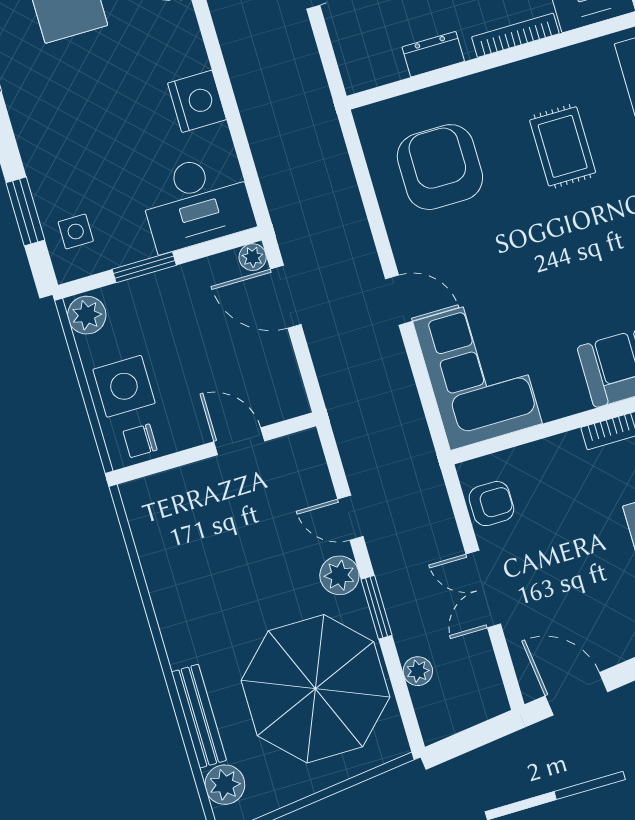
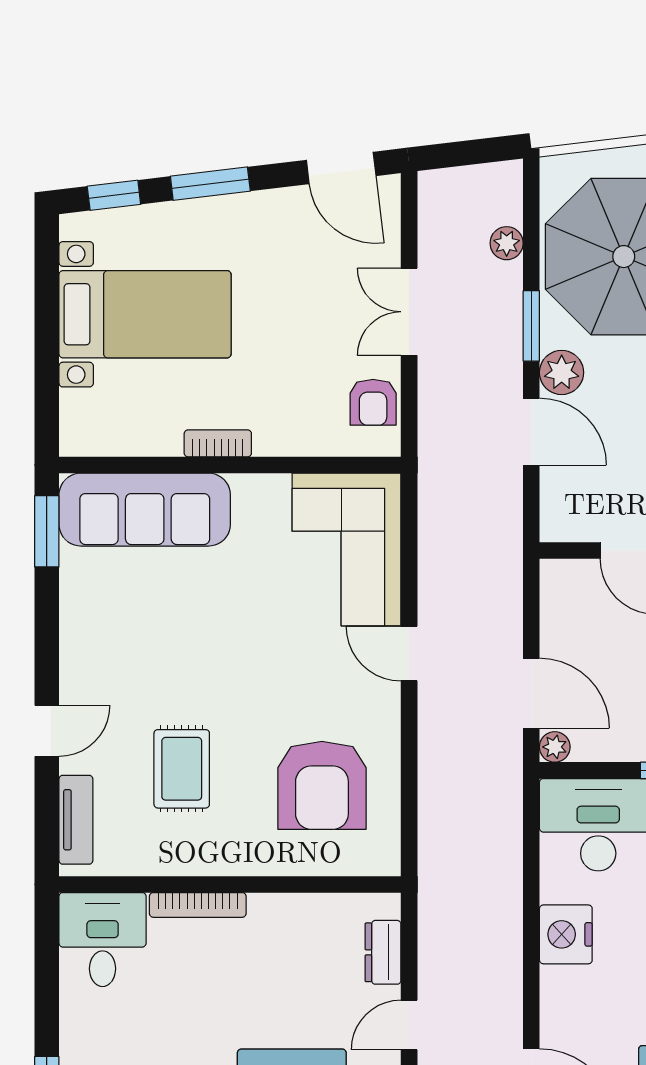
dresser: (433, 54) -> (383, 952), moved, turned 90
armchair: (491, 504) -> (373, 402), turned -90
door: (350, 518) -> (531, 432), width x1.38
double door: (483, 589) -> (409, 312), swing flipped

